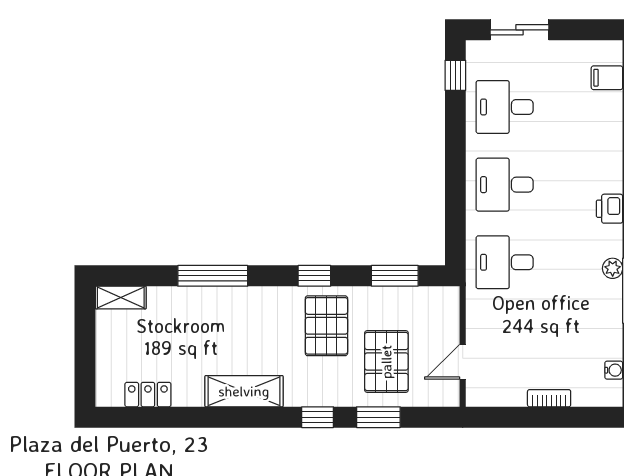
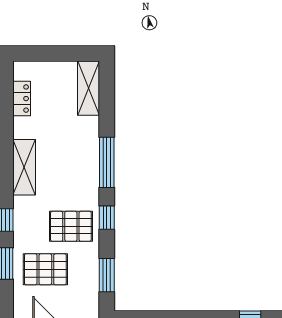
window: (213, 276) -> (107, 162), moved
shelving: (121, 298) -> (88, 88), width x1.50, depth x1.33

